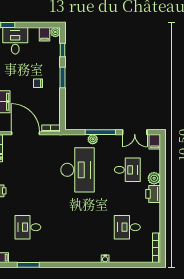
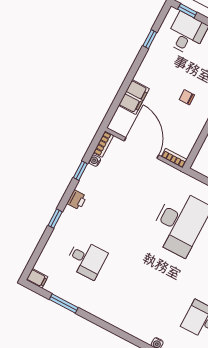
desk: (28, 227) -> (86, 259), turned 180

